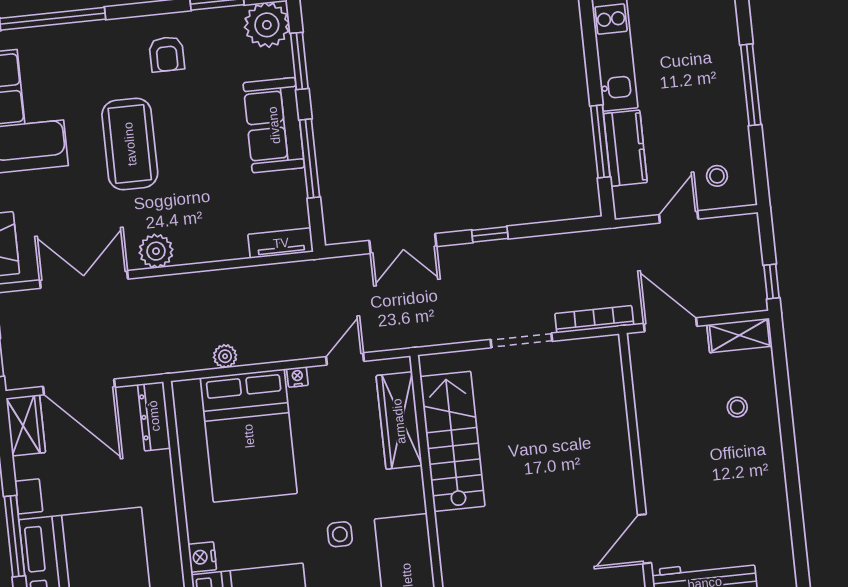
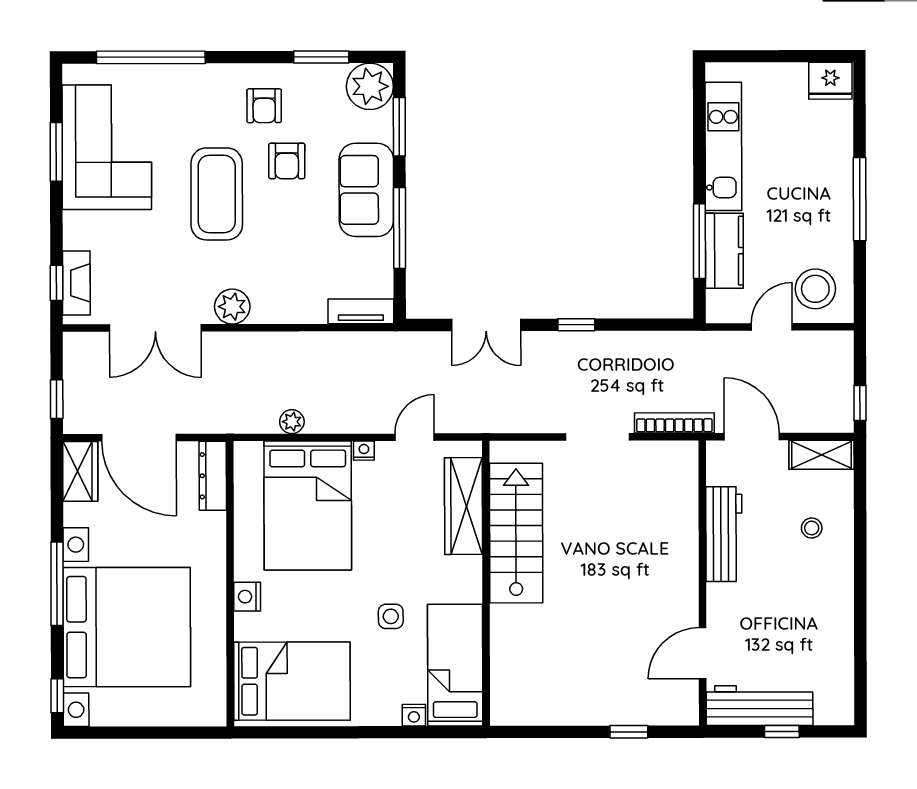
armchair: (194, 105) -> (287, 161), added
stool: (717, 176) -> (815, 289), width x1.89, depth x1.89
double door: (84, 279) -> (155, 328), swing flipped
workbench: (653, 422) -> (724, 534), added
nightstand: (202, 557) -> (247, 597), moved

